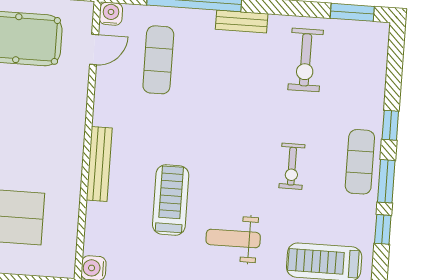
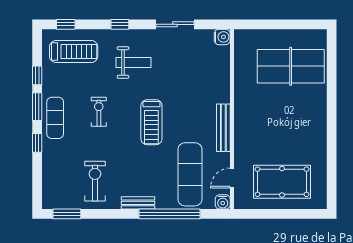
exercise mat: (158, 60) -> (190, 174), width x1.36, depth x1.45
bench: (99, 164) -> (223, 128), moved
treadmill: (171, 200) -> (151, 122), moved

